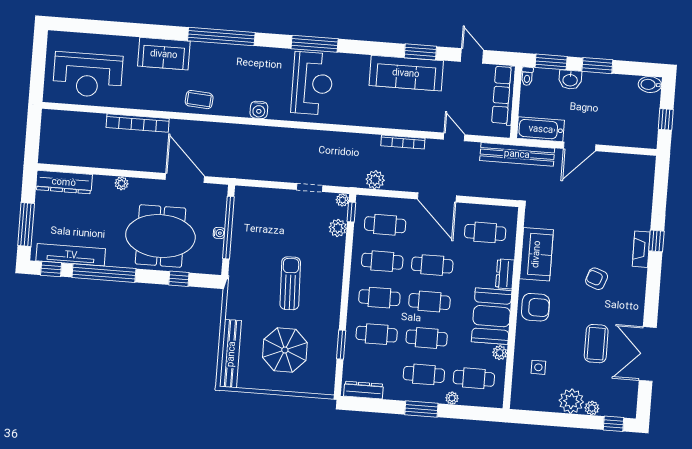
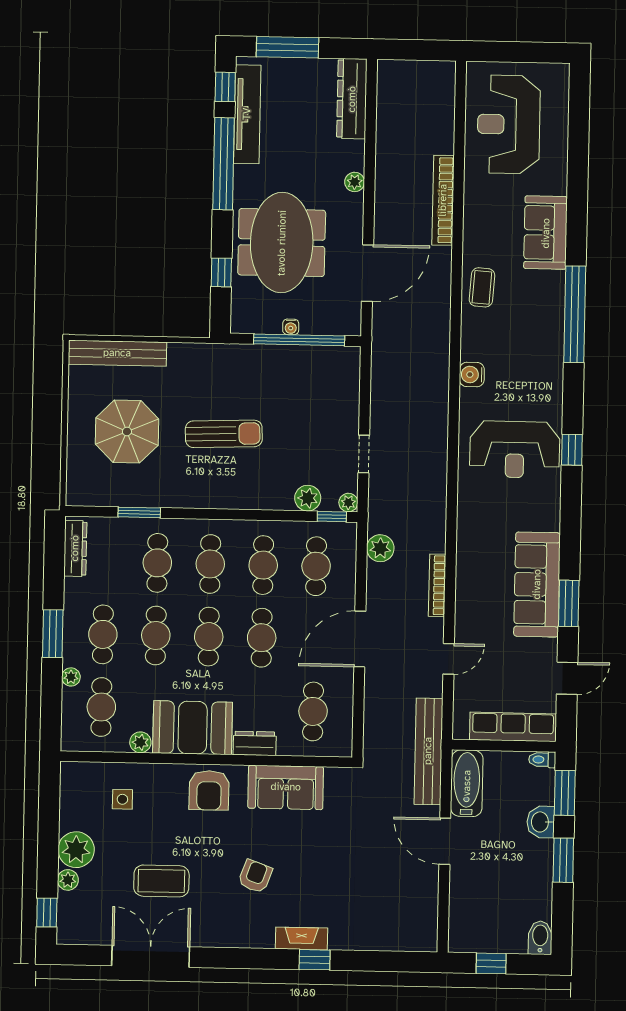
window: (315, 44) -> (572, 450), width x0.46

